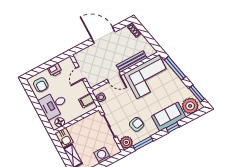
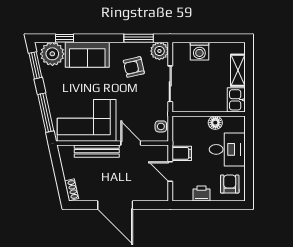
door: (81, 73) -> (170, 172), swing flipped
filing cabinet: (87, 101) -> (182, 153), moved
floor lamp: (60, 122) -> (215, 123), moved
window: (173, 127) -> (65, 38), moved

